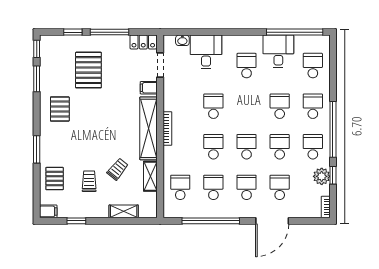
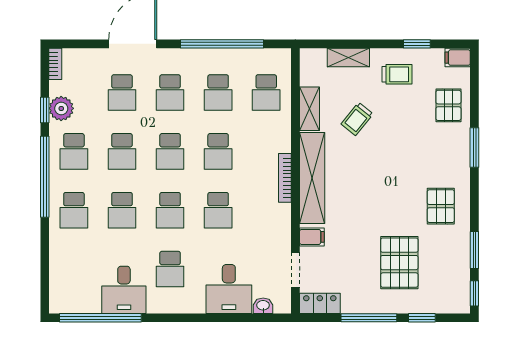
school desk: (313, 66) -> (170, 210), moved
trolley: (89, 181) -> (397, 74), moved, turned -90

